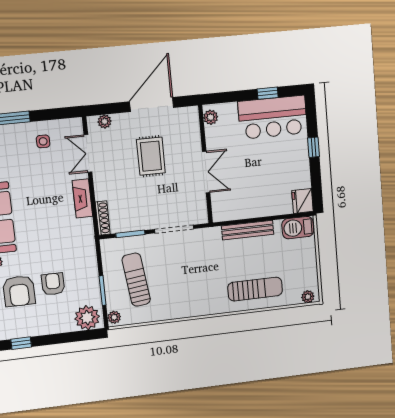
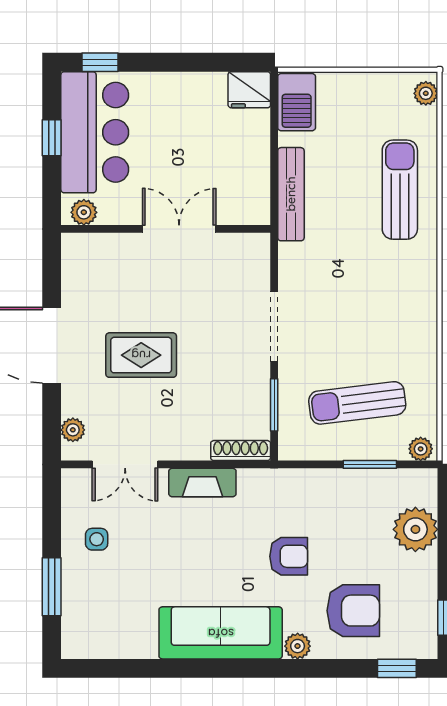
plant: (211, 117) -> (84, 212), moved
window: (313, 147) -> (100, 62), moved
wall: (205, 165) -> (166, 229), moved
double door: (206, 172) -> (179, 229), moved
armchair: (53, 284) -> (289, 556), moved, turned 180
plant: (87, 318) -> (415, 529), moved

